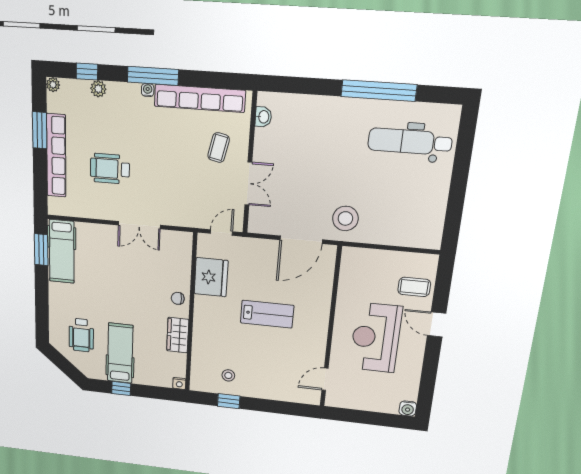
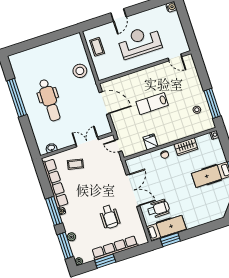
window: (87, 72) -> (65, 246), width x2.17
dental chair: (410, 142) -> (49, 100), moved
stool: (345, 218) -> (80, 71), moved
double door: (139, 225) -> (133, 190), width x1.37
fridge: (211, 277) -> (150, 142), width x0.53, depth x0.75
coffee table: (414, 287) -> (97, 47), moved
lab bench: (267, 314) -> (152, 104), turned -90
wheelchair: (81, 335) -> (158, 209), moved
reception desk: (376, 338) -> (139, 42), turned 180
window: (229, 401) -> (212, 103), width x2.17

